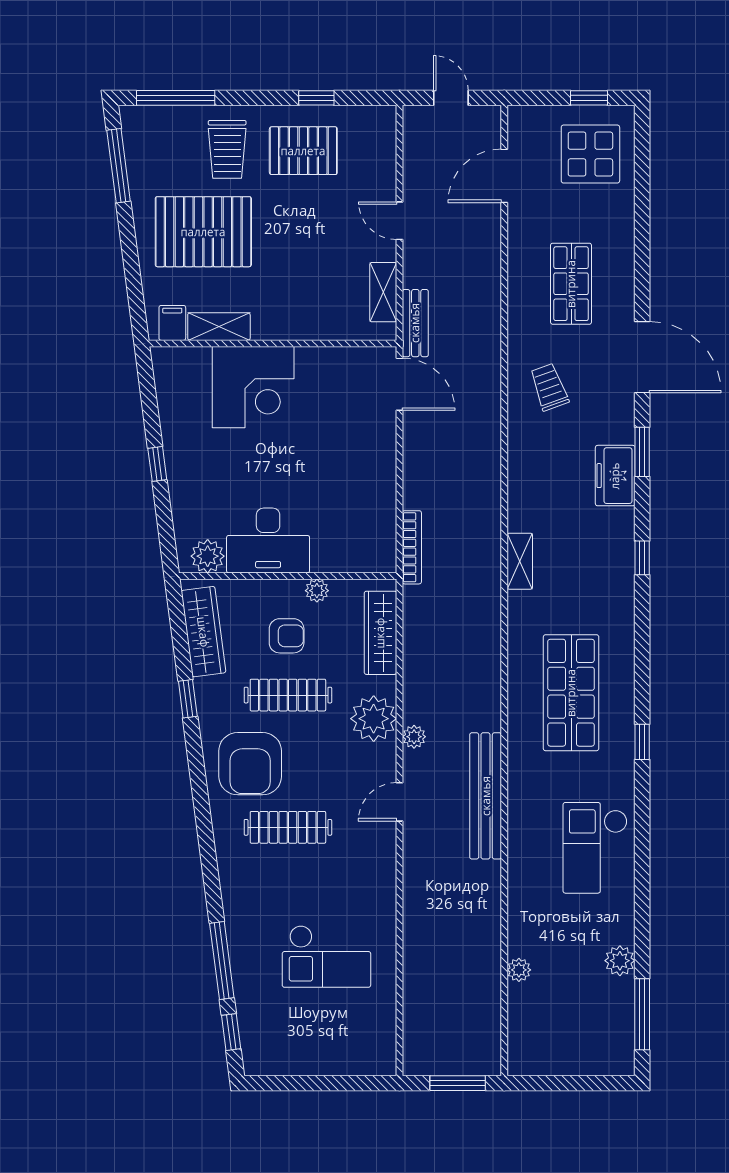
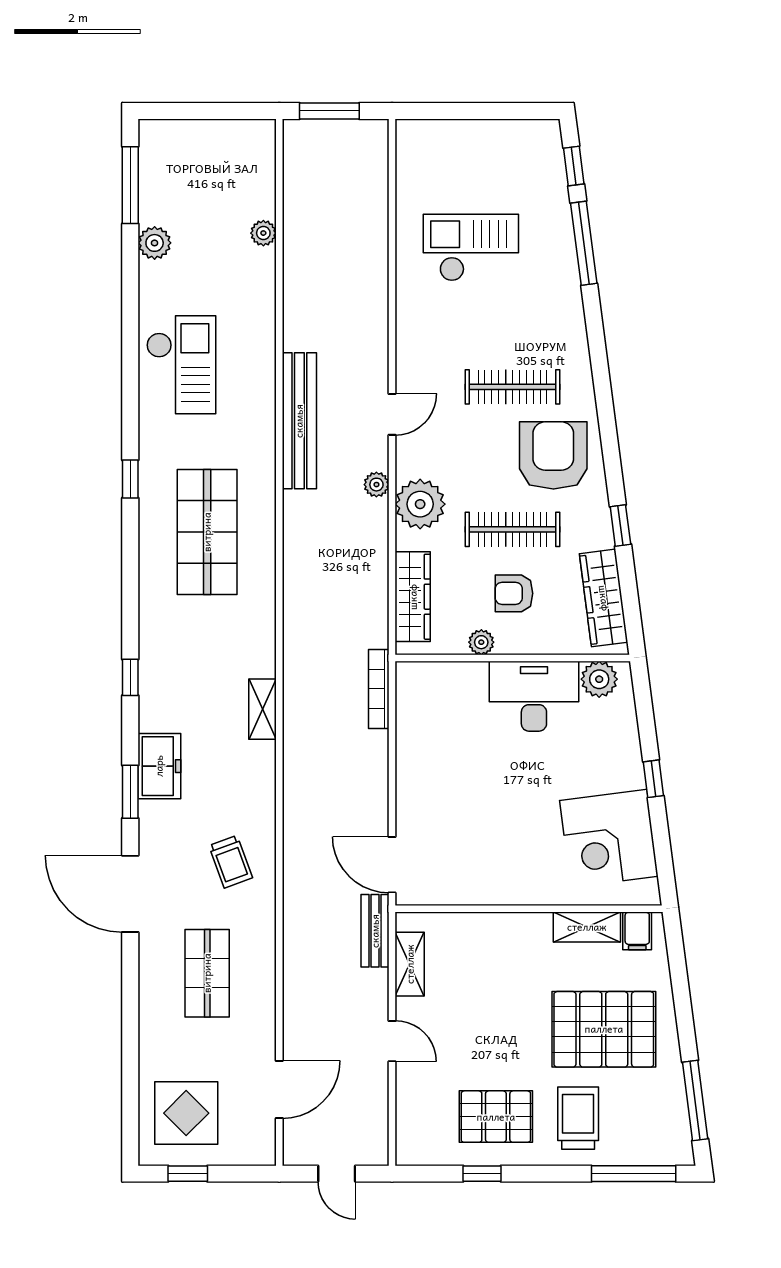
corner desk: (253, 387) -> (609, 838), moved, turned -97
shelving: (520, 561) -> (262, 709), moved

